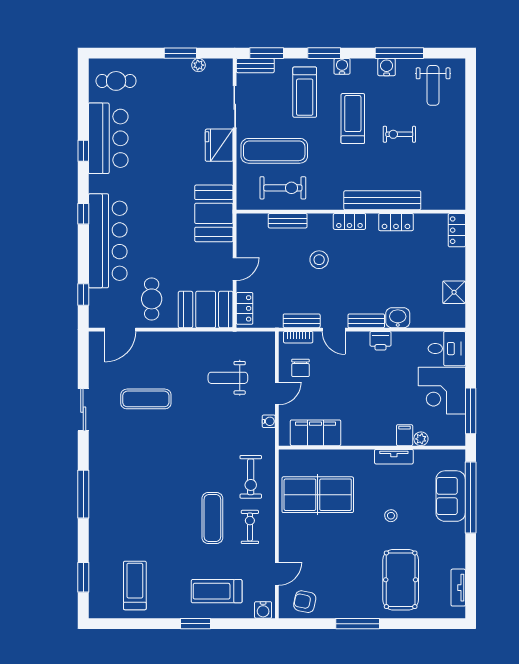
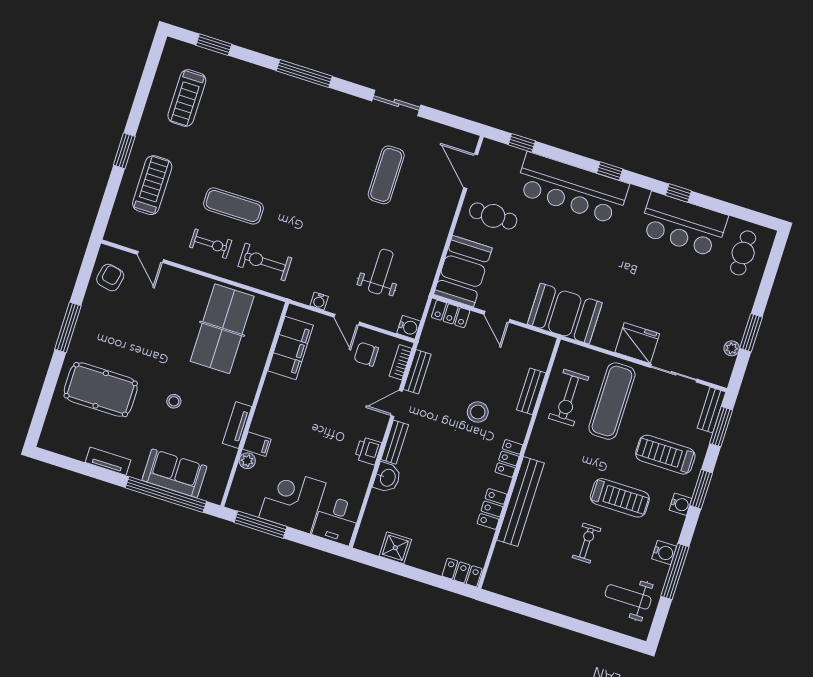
treadmill: (135, 585) -> (187, 98), turned 90
tv unit: (458, 588) -> (108, 461), moved
water cooler: (263, 610) -> (409, 327), moved, turned 180

